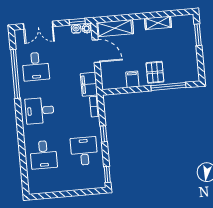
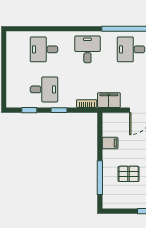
pallet: (155, 72) -> (129, 174), moved
window: (107, 174) -> (29, 110), moved

